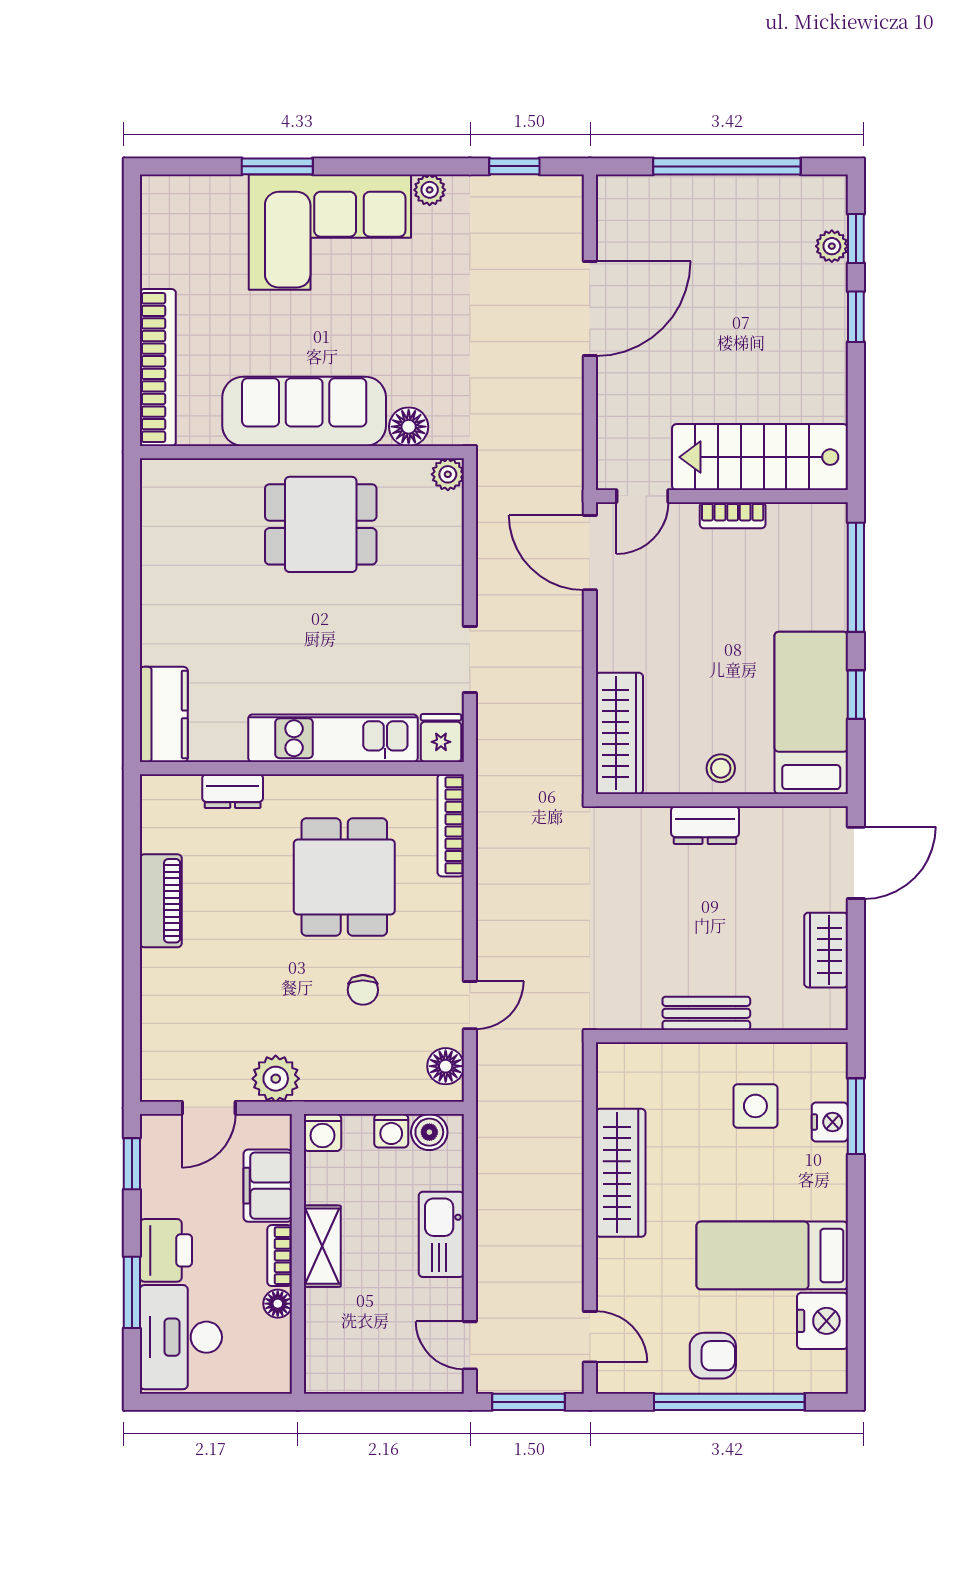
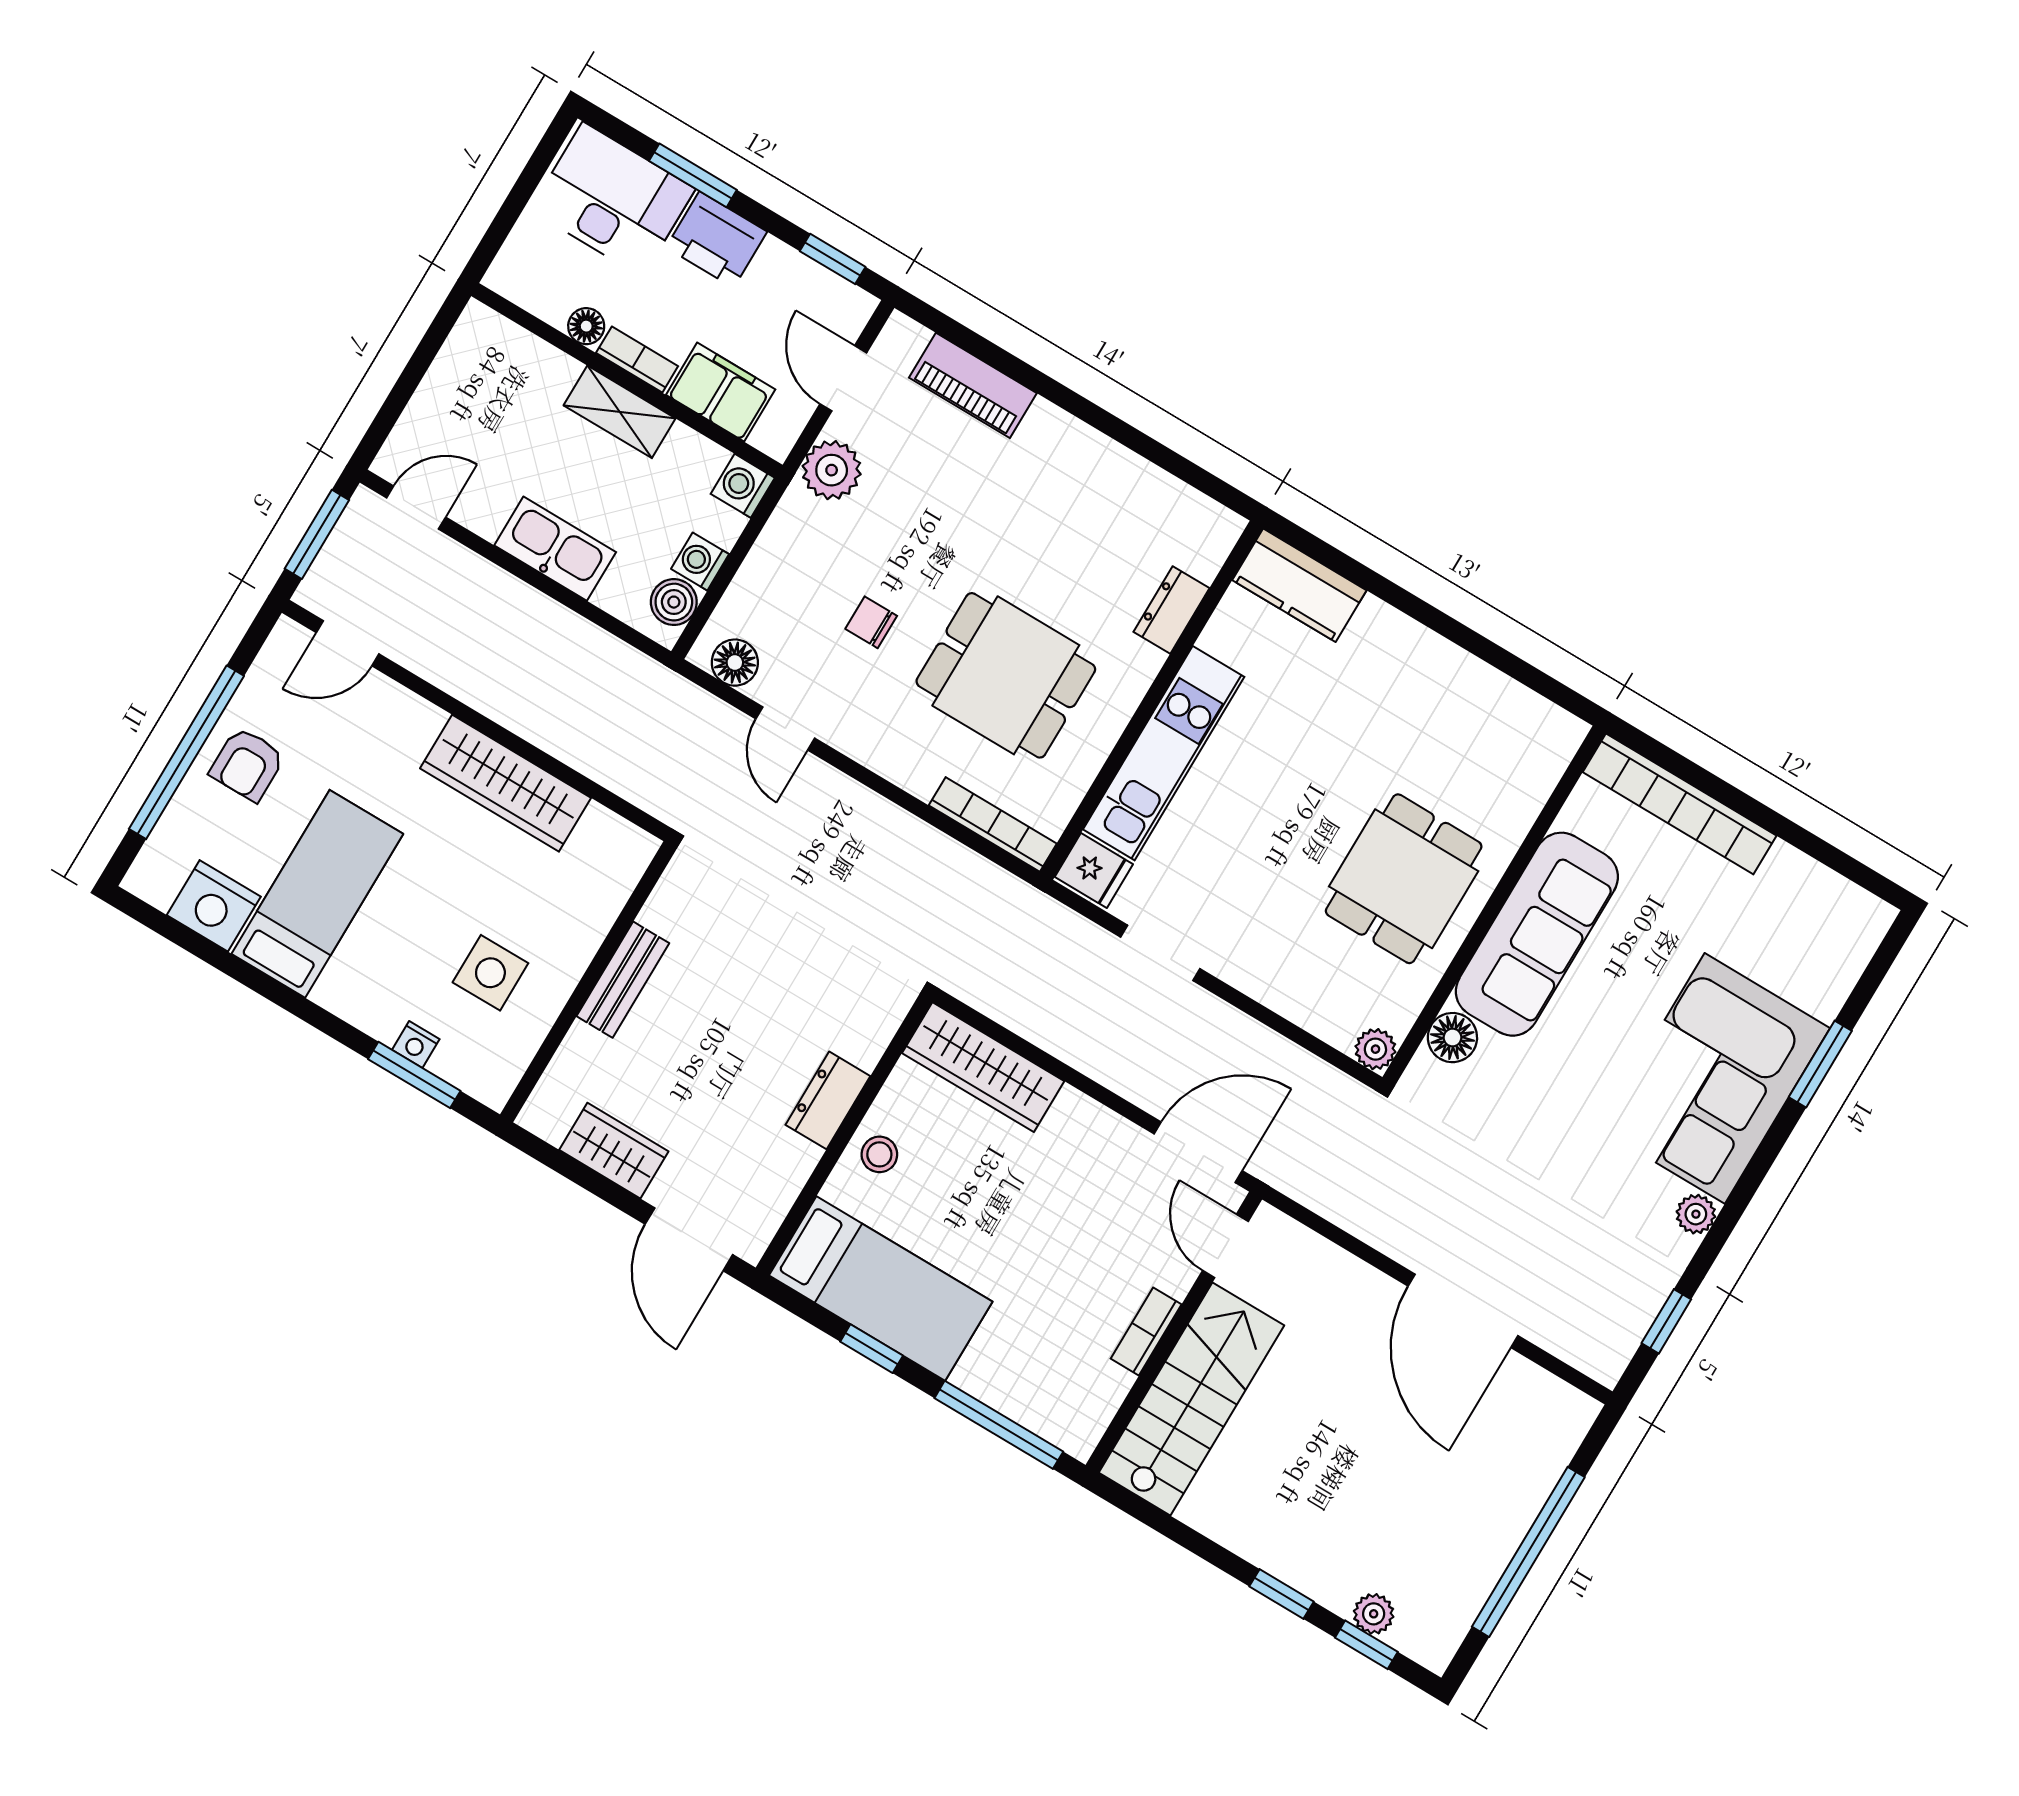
piano: (161, 901) -> (973, 385), moved
nightstand: (830, 1122) -> (416, 1045), width x0.72, depth x0.74

